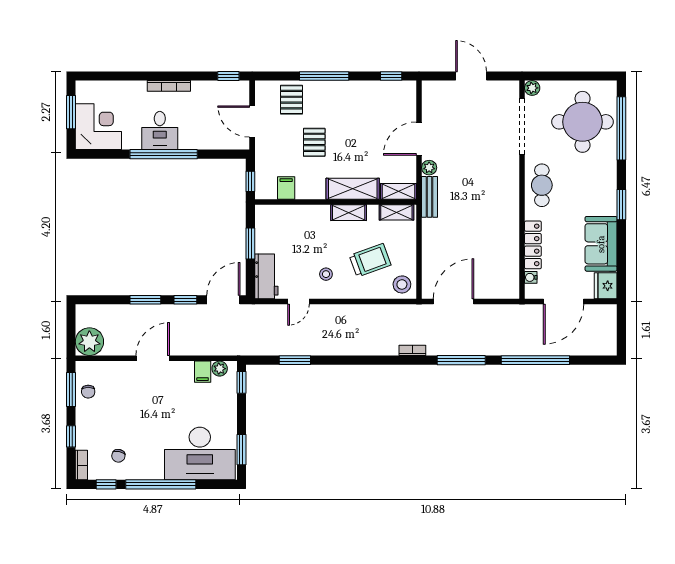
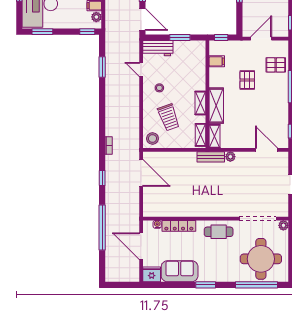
door: (419, 139) -> (266, 150), moved
pallet: (314, 142) -> (247, 80), turned 90
window: (461, 360) -> (102, 178), width x0.46

